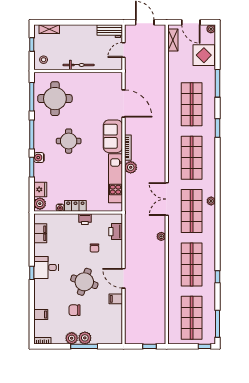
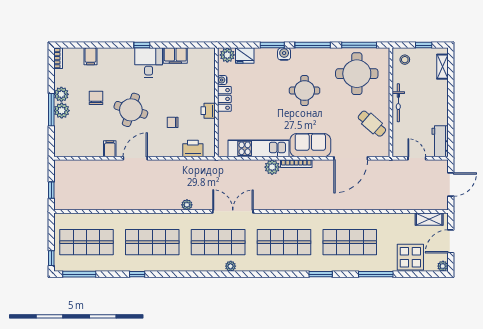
cafe table: (95, 86) -> (372, 124), added
filing cabinet: (40, 233) -> (175, 56), moved

